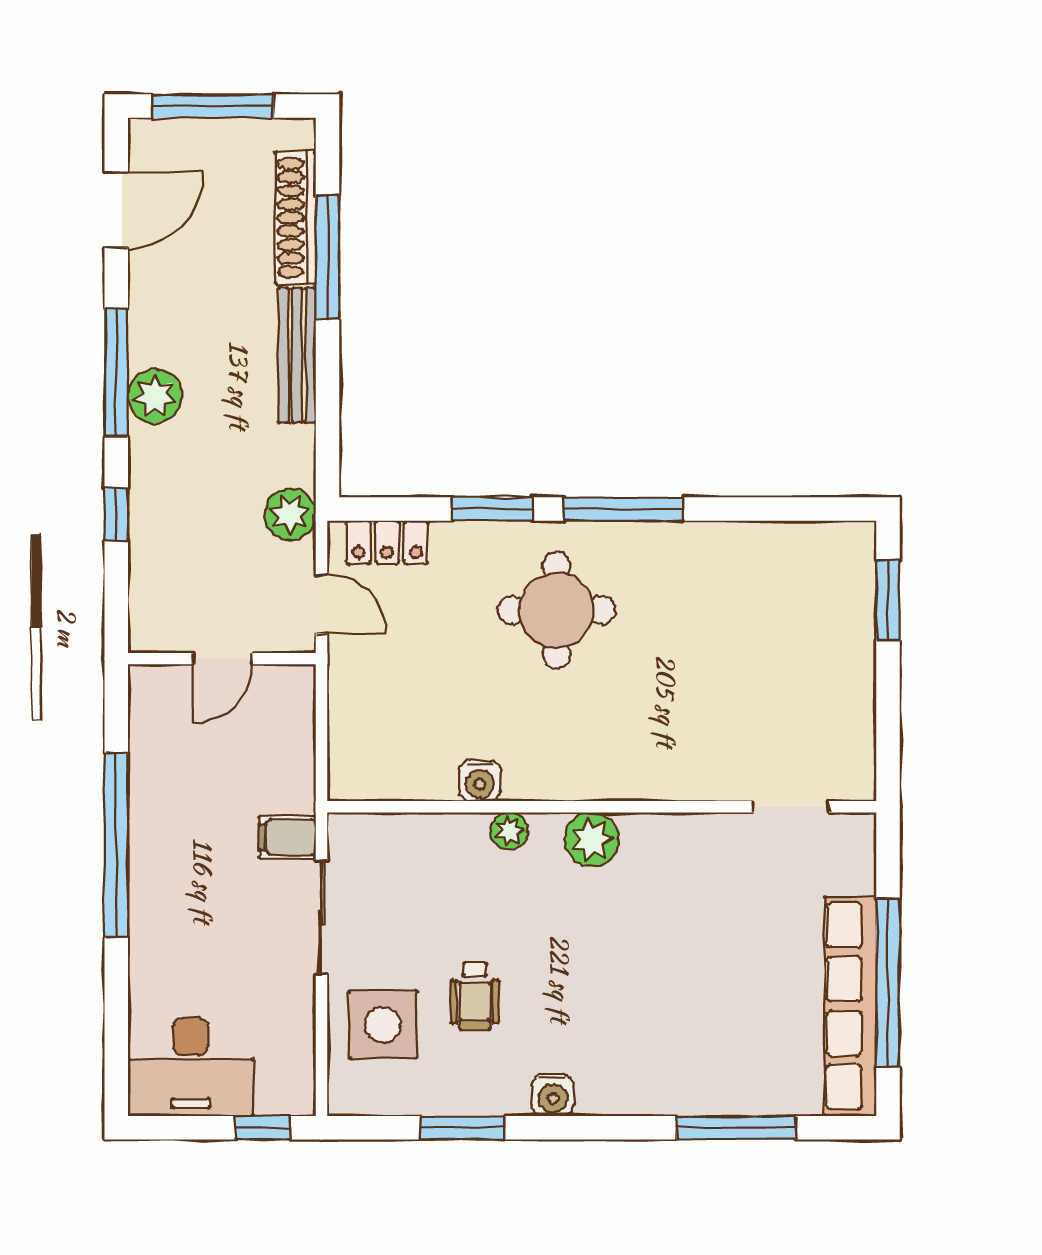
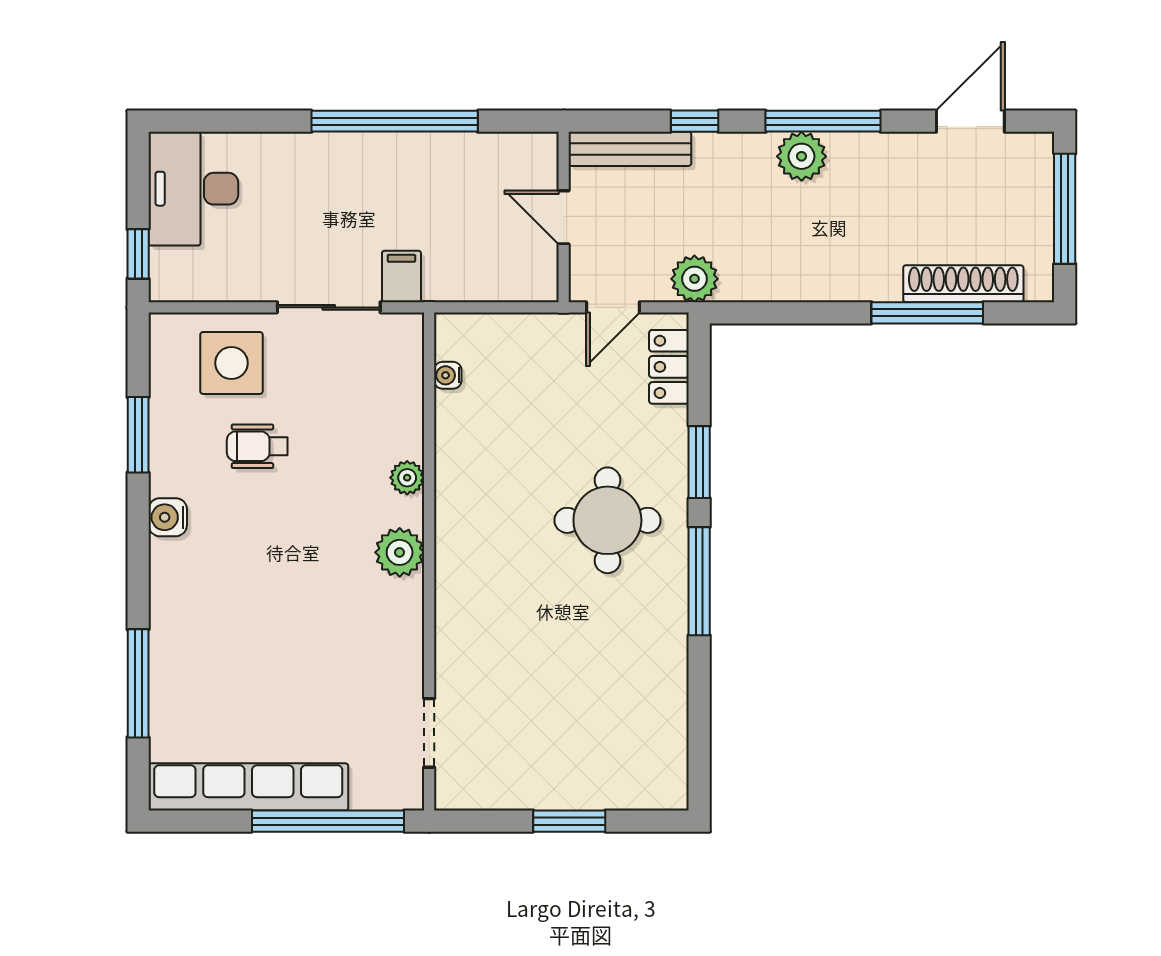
door: (116, 210) -> (970, 121), swing flipped
bench: (297, 355) -> (630, 149), moved
window: (888, 600) -> (569, 821), moved
water cooler: (480, 781) -> (448, 375), moved, width x0.72, depth x0.72
window: (888, 983) -> (328, 821), moved

